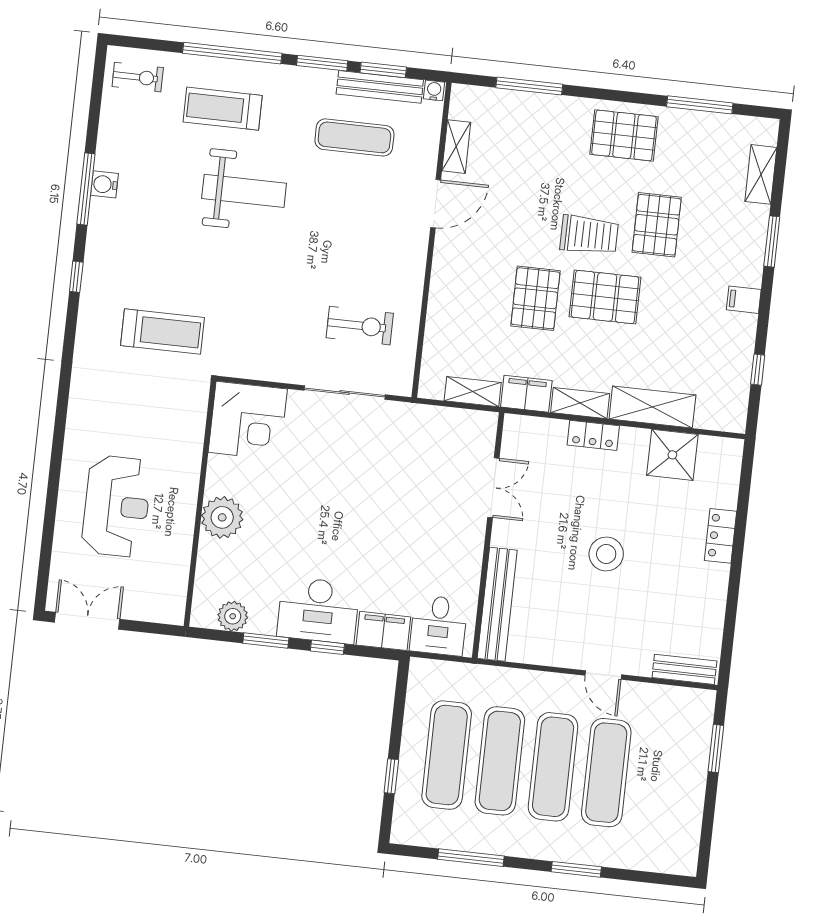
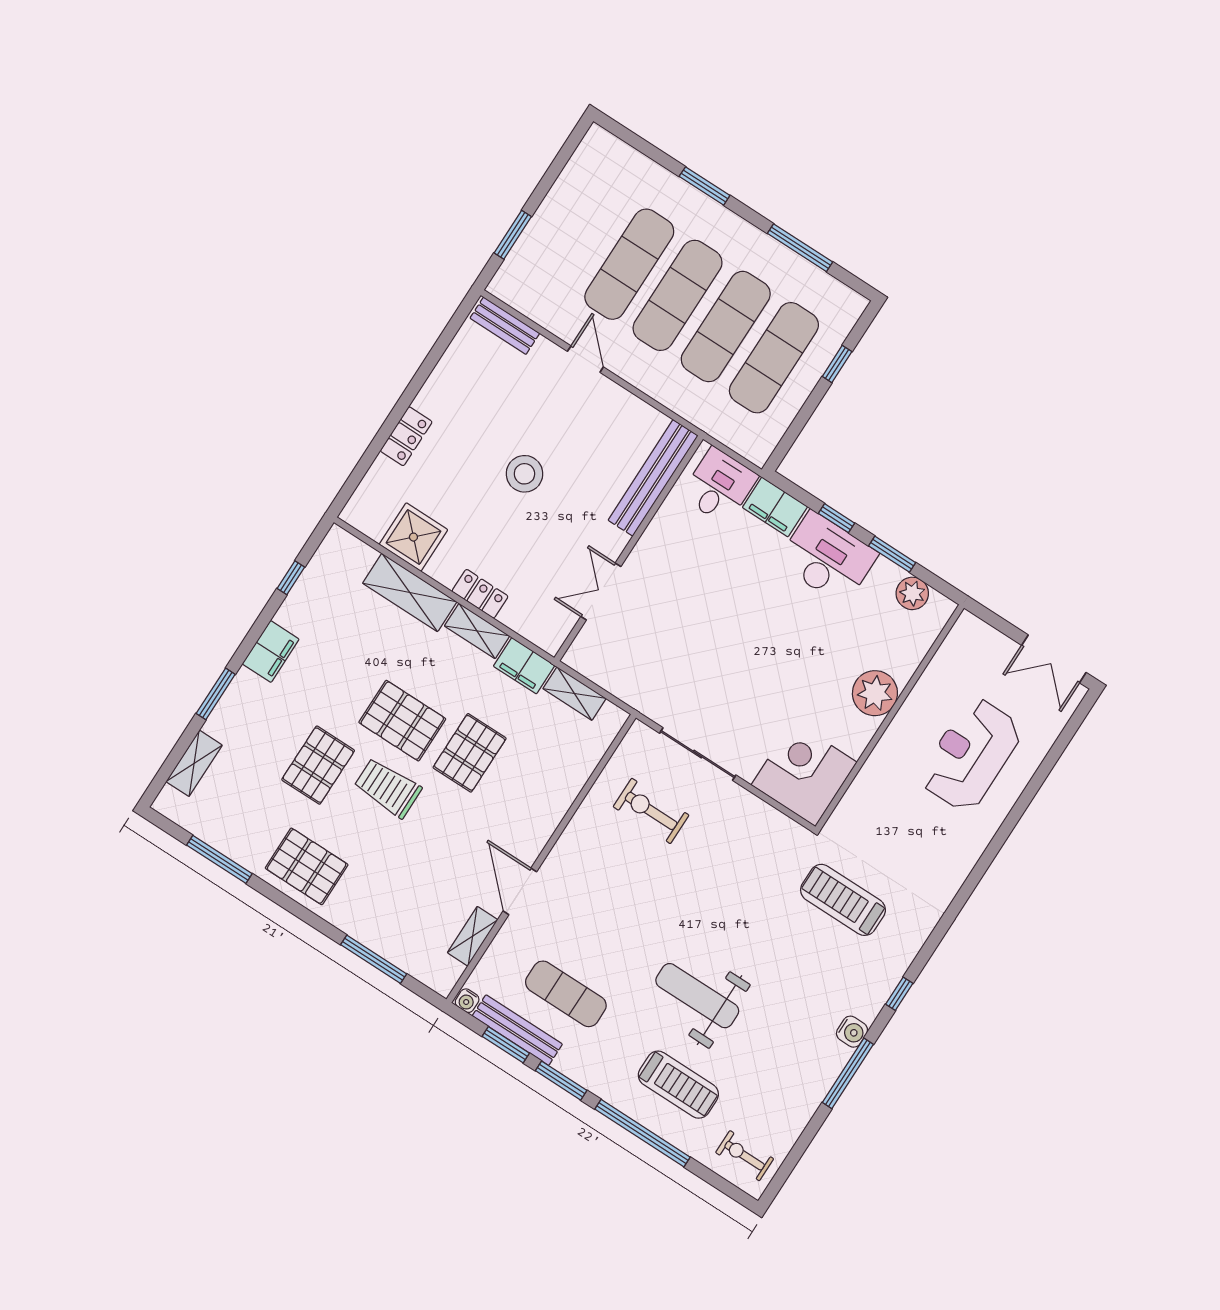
water cooler: (104, 184) -> (852, 1032), moved
door: (436, 204) -> (520, 891), hinge flipped
filing cabinet: (744, 300) -> (271, 651), width x2.00

